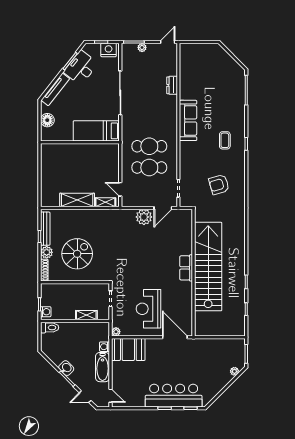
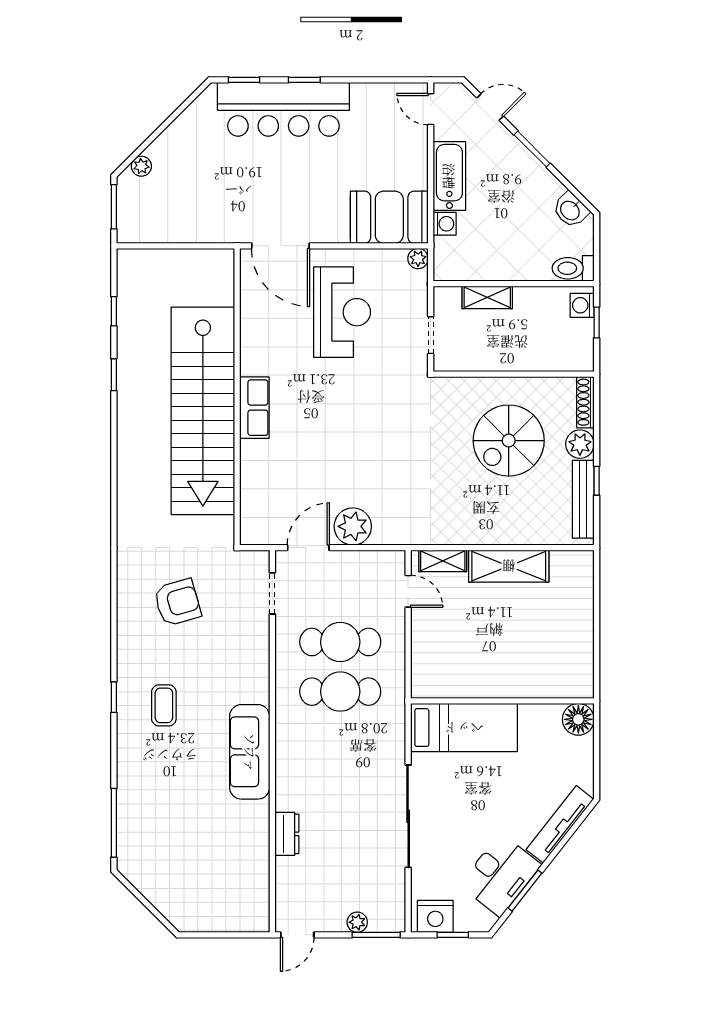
floor lamp: (47, 120) -> (578, 719), moved
washbasin: (66, 368) -> (570, 210), moved

